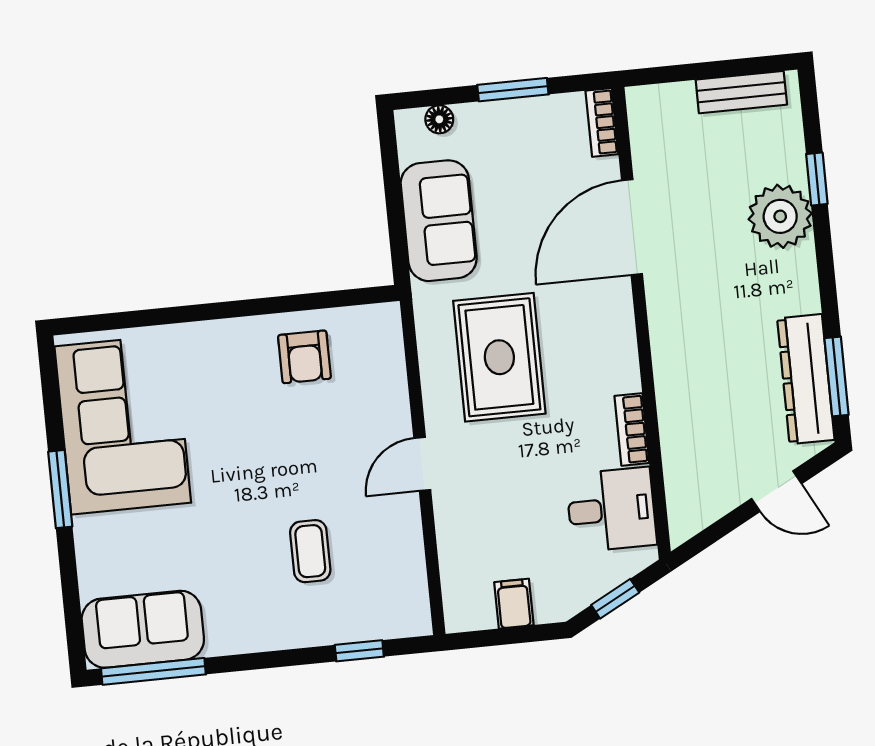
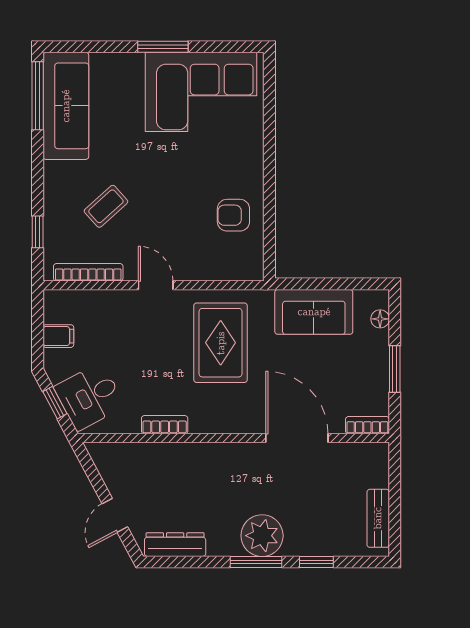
plant: (780, 216) -> (262, 536), moved
rug: (499, 357) -> (221, 343), turned 90
window: (837, 377) -> (256, 562), moved
dresser: (806, 379) -> (175, 545), width x0.73, depth x0.80
desk: (611, 510) -> (89, 397), moved, turned 62
coffee table: (310, 551) -> (106, 206), turned -42
bookcase: (413, 568) -> (88, 272), added
sofa: (143, 629) -> (66, 106), width x1.36

